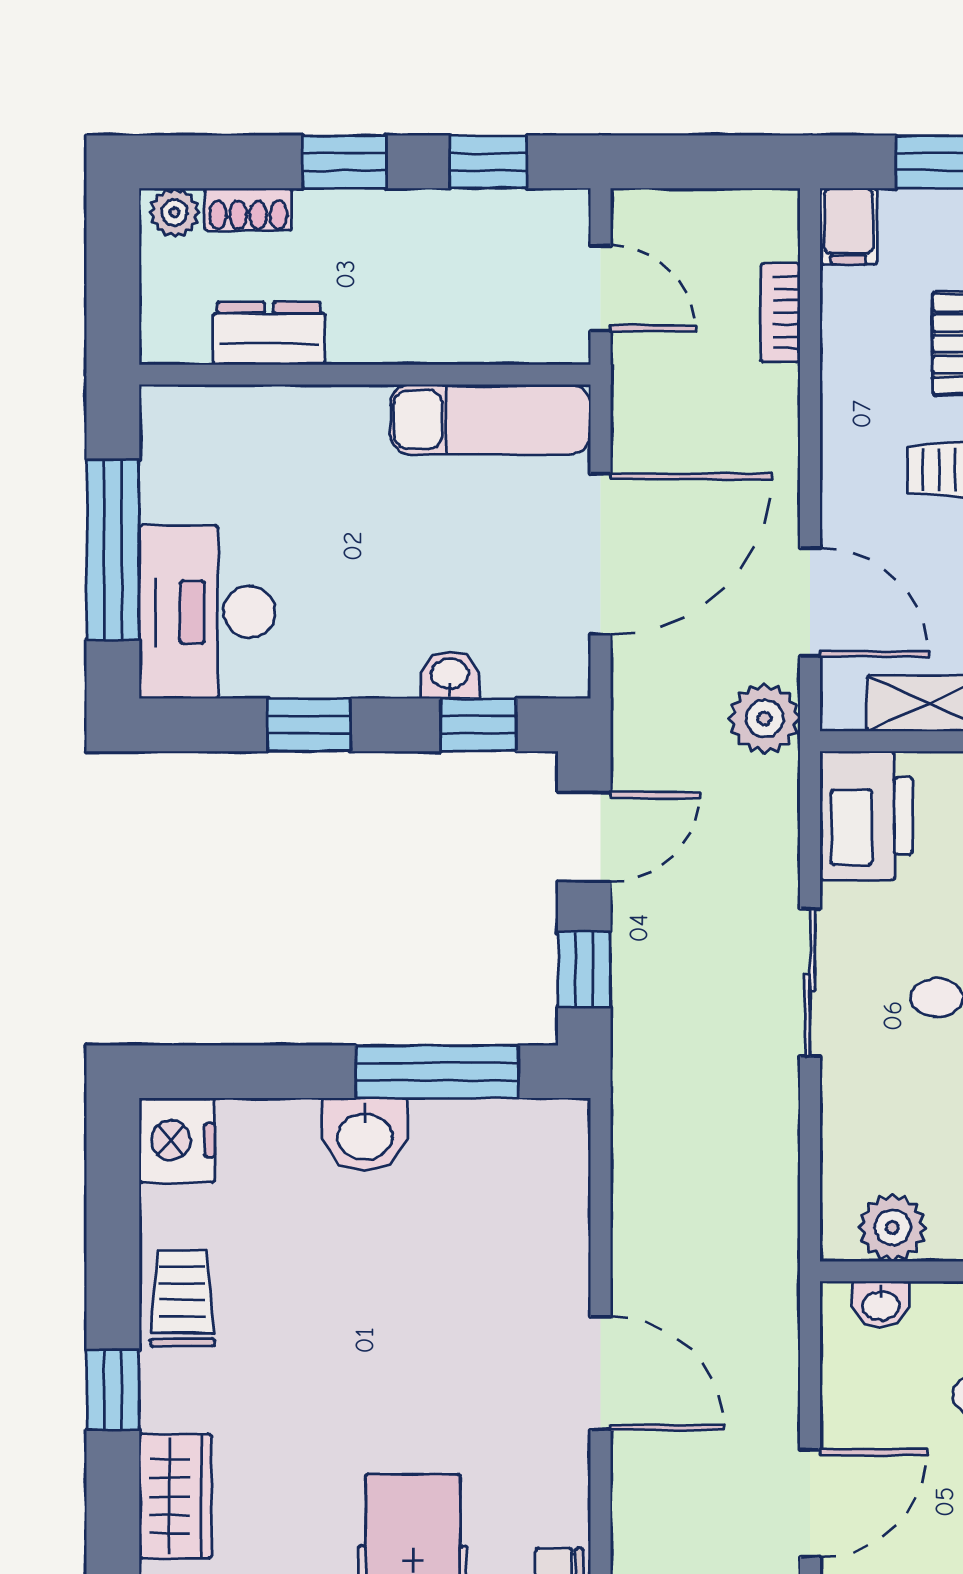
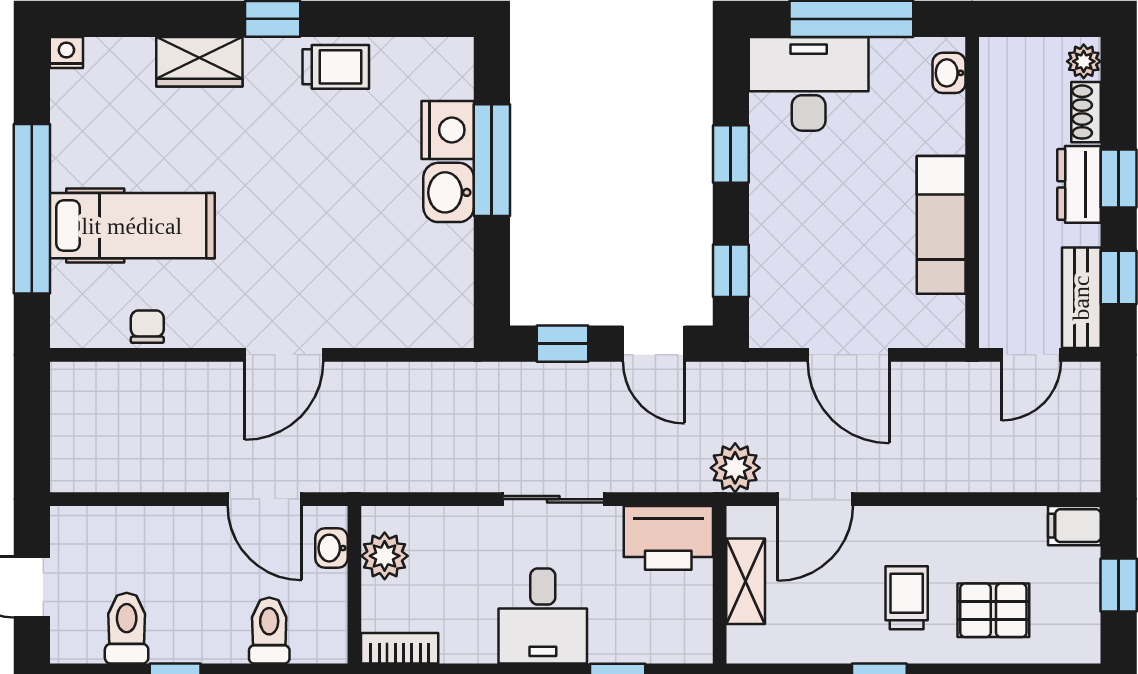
bench: (518, 216) -> (1081, 298), added
bookcase: (780, 313) -> (1015, 479), removed
dresser: (269, 333) -> (1079, 184), moved, turned 180
exam couch: (491, 420) -> (941, 225), moved
door: (601, 554) -> (848, 355), width x0.73
washbasin: (450, 675) -> (949, 73), moved, turned 180
window: (437, 1072) -> (492, 160), moved
nightstand: (177, 1140) -> (448, 130), moved, turned 90
door: (810, 1503) -> (265, 499), moved

